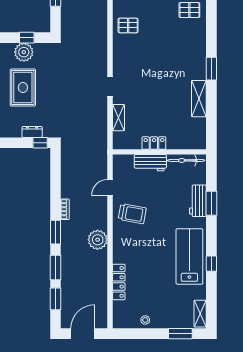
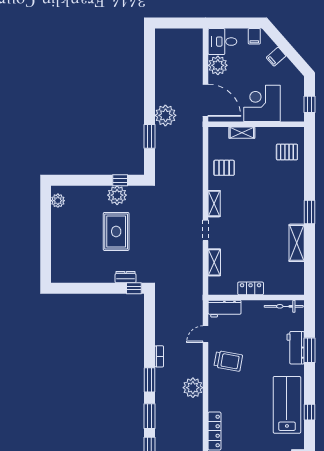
shelving: (118, 60) -> (214, 204), added
workbench: (150, 163) -> (225, 309), moved

